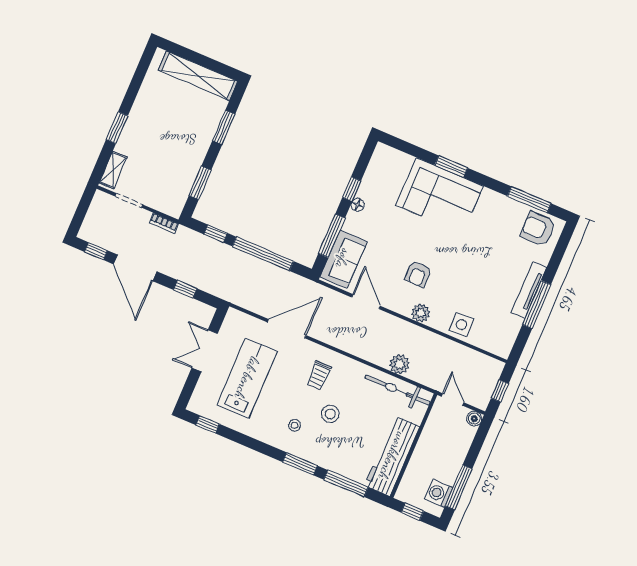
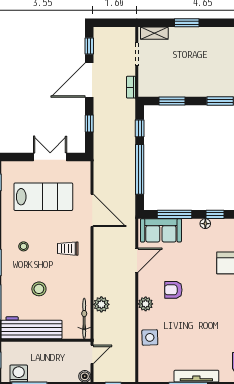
bicycle: (397, 390) -> (84, 318), width x0.73, depth x0.71
stool: (330, 414) -> (39, 289), moved

